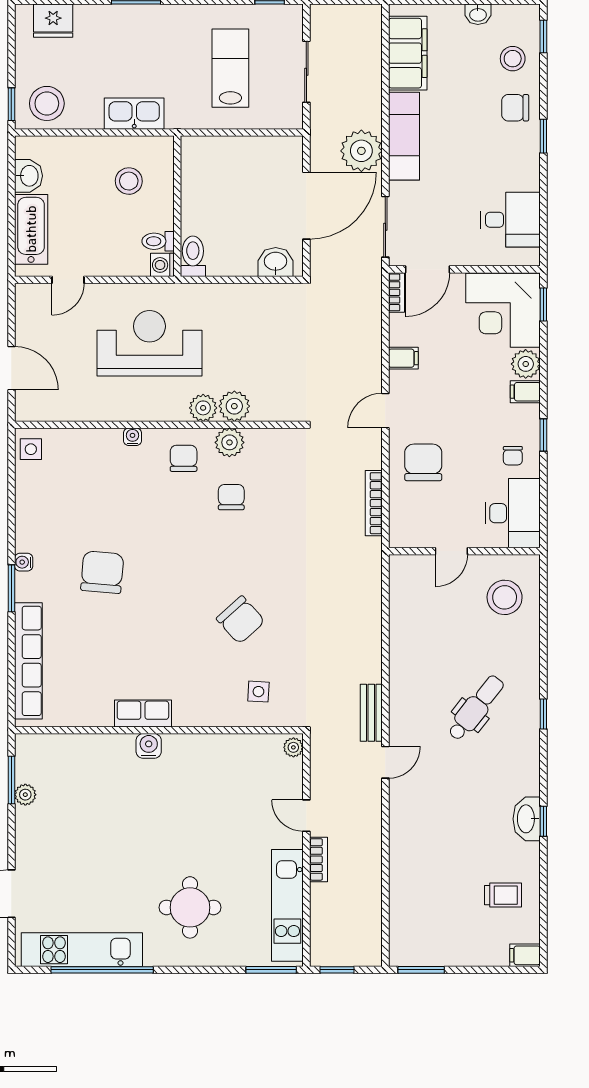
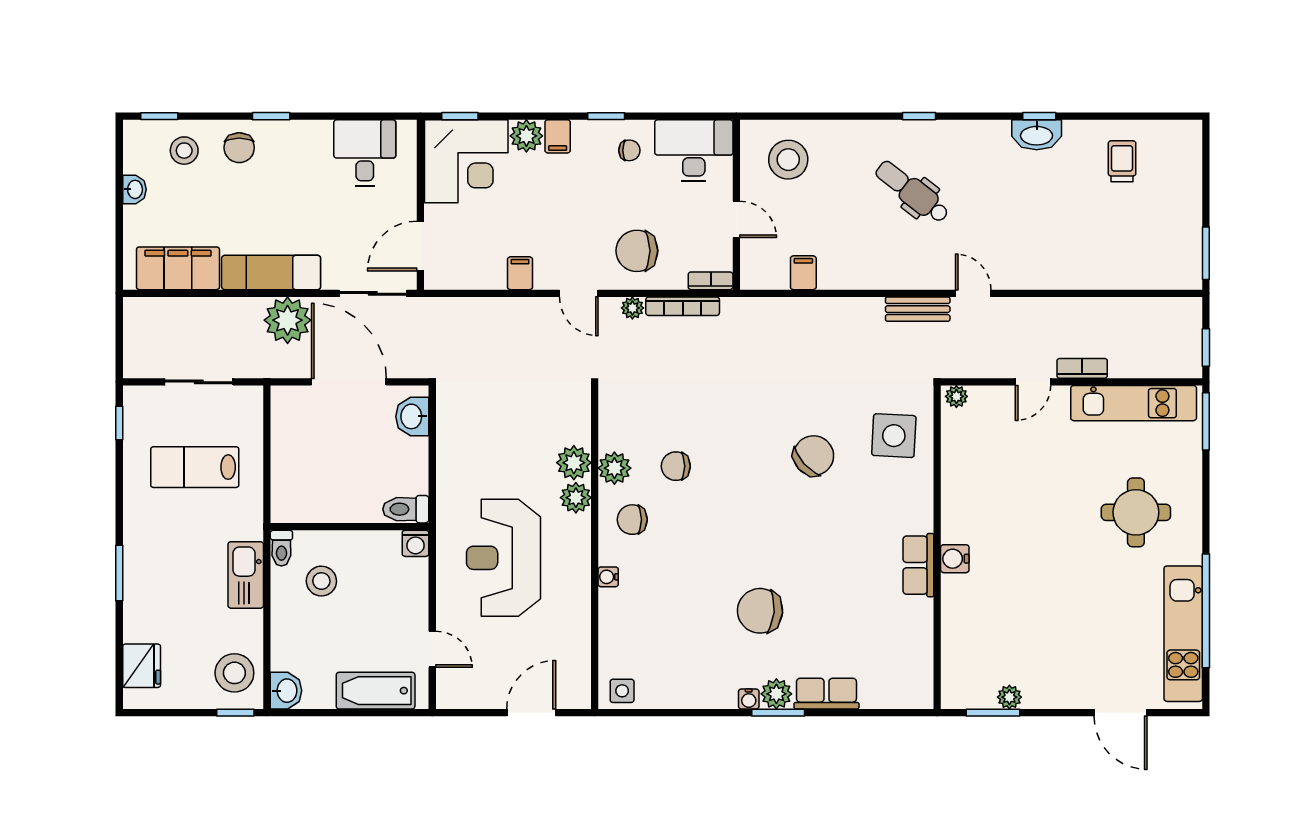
washbasin: (29, 176) -> (286, 691), moved, turned 90
toilet: (158, 241) -> (281, 548), moved
door: (428, 269) -> (420, 246), swing flipped
bookcase: (396, 292) -> (711, 281), moved
plant: (372, 458) -> (632, 308), added
plant: (28, 587) -> (776, 694), added
row of seats: (28, 661) -> (826, 694), width x0.50
side table: (258, 692) -> (894, 436), width x1.87, depth x1.87
filing cabinet: (525, 955) -> (803, 273), moved, turned 180

